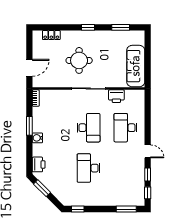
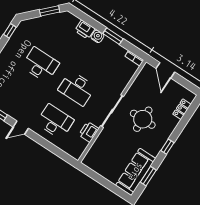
sofa: (136, 66) -> (136, 172), moved, turned -90
printer: (39, 164) -> (85, 30), moved

